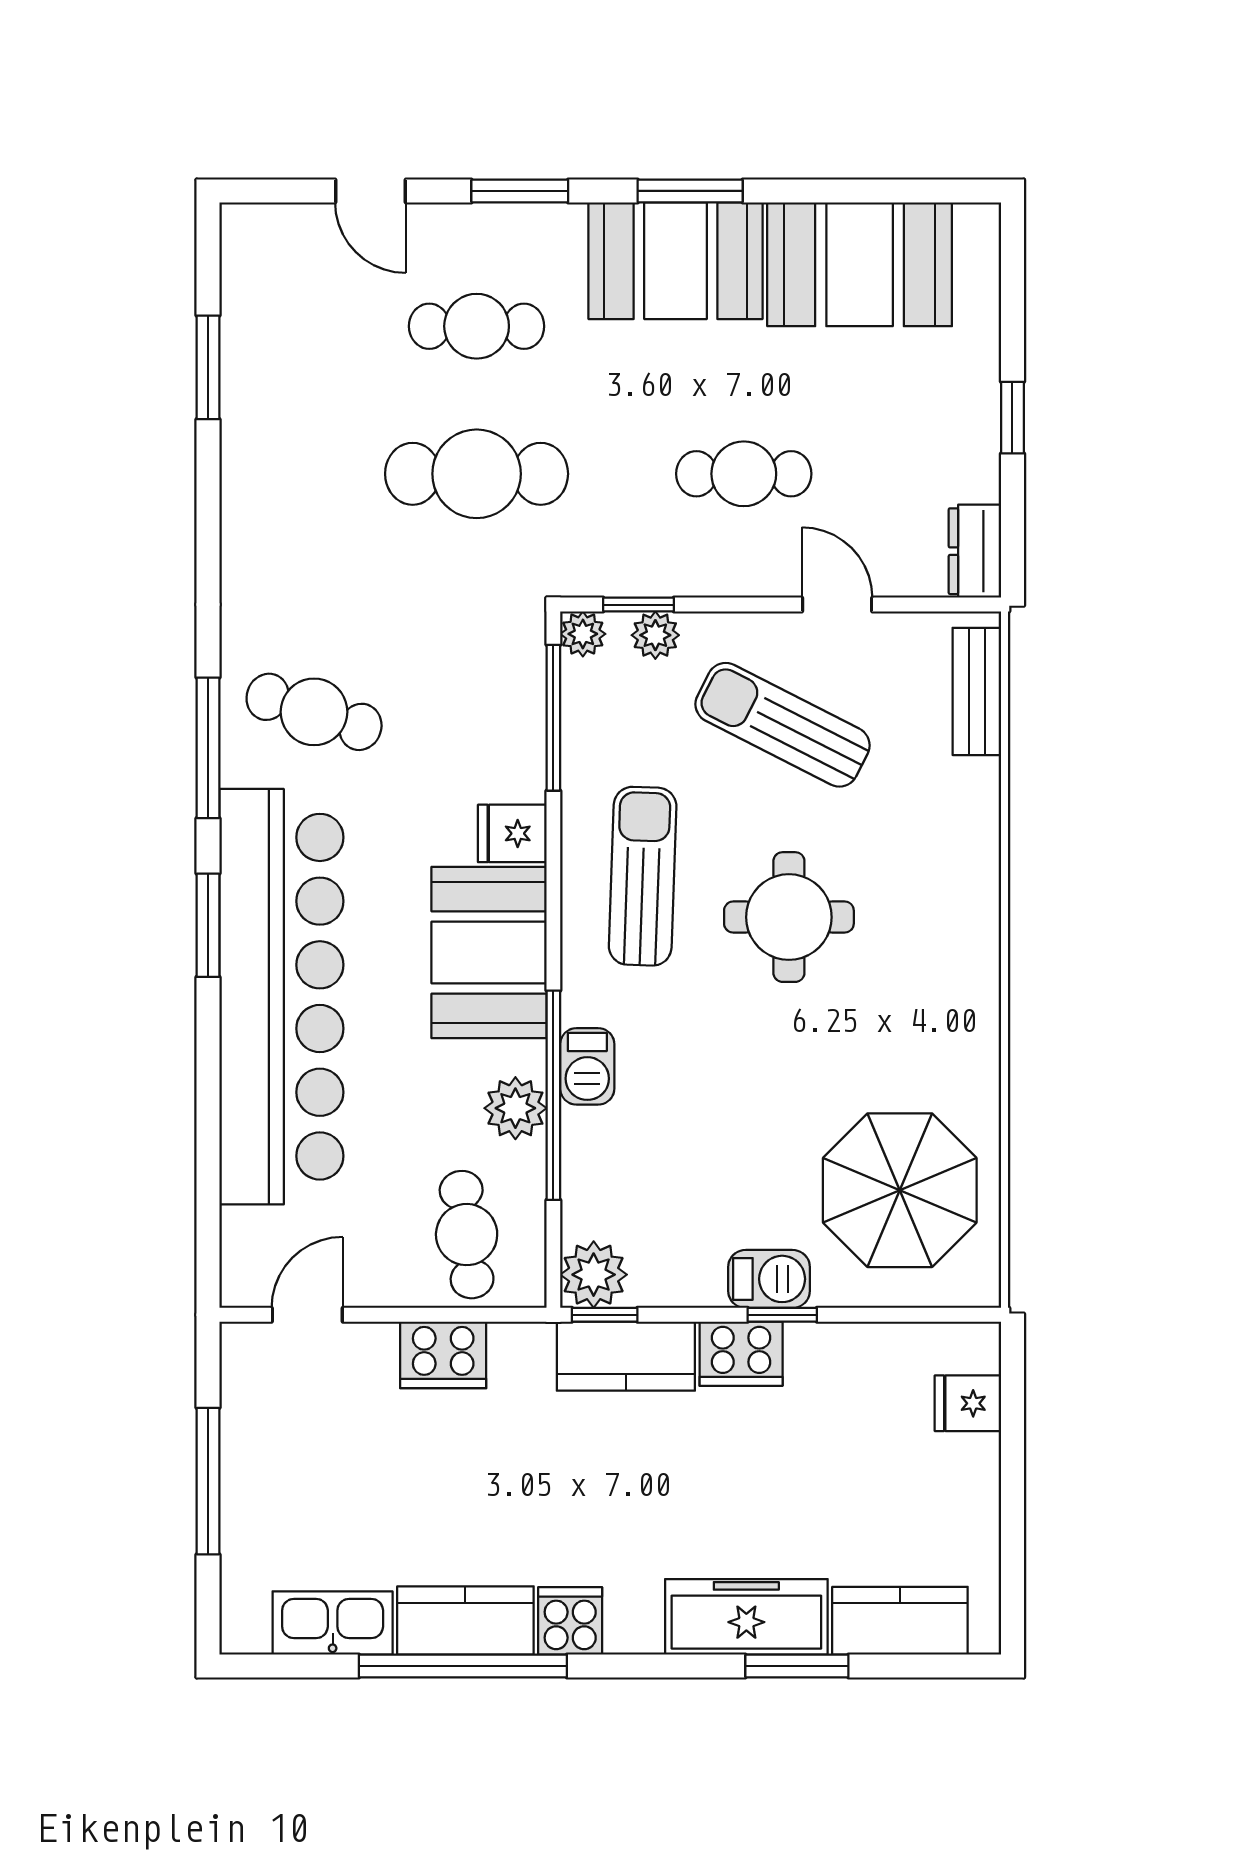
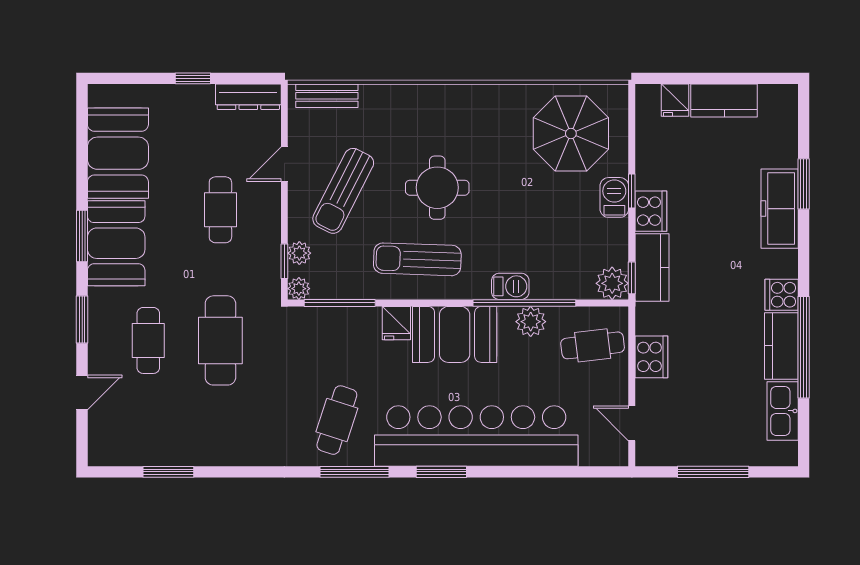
dresser: (975, 551) -> (248, 97), width x1.44
kitchen counter: (900, 1621) -> (724, 100), moved, turned -90

